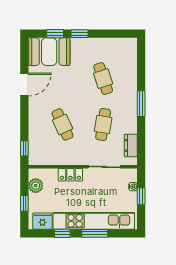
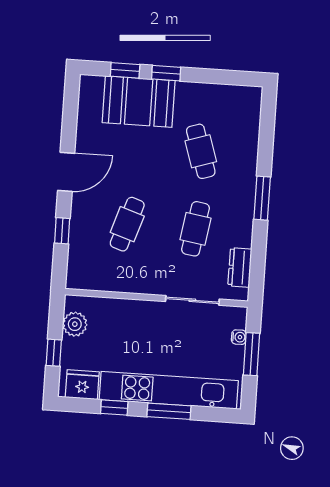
booth: (49, 52) -> (139, 102), moved
door: (24, 85) -> (66, 172), moved
cafe table: (63, 124) -> (127, 224), turned 42
window: (24, 148) -> (62, 231), moved
locker: (70, 175) -> (135, 310), removed
window: (141, 196) -> (252, 354), width x1.50

